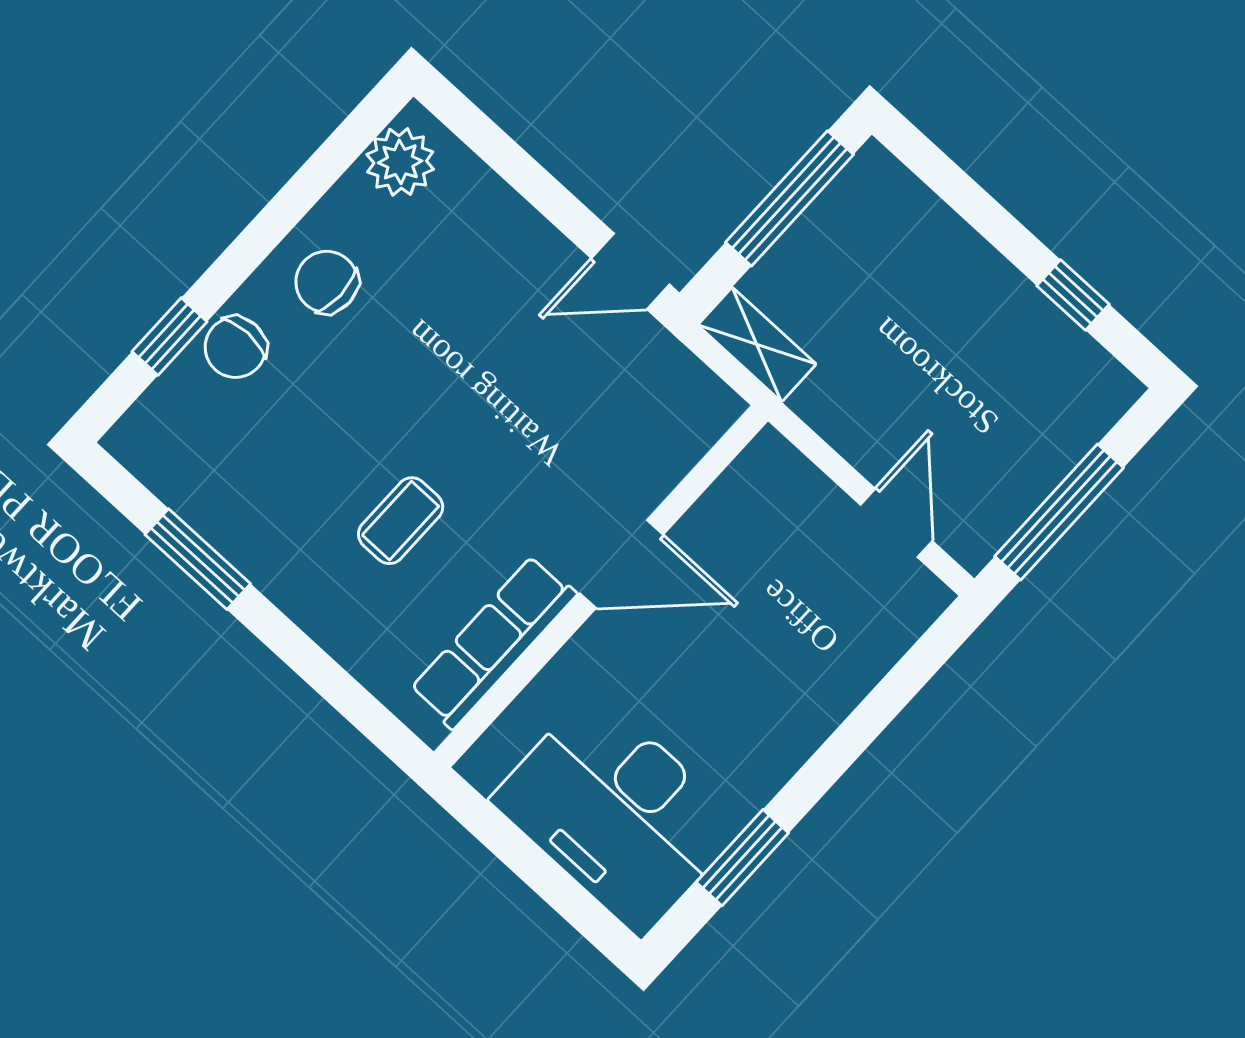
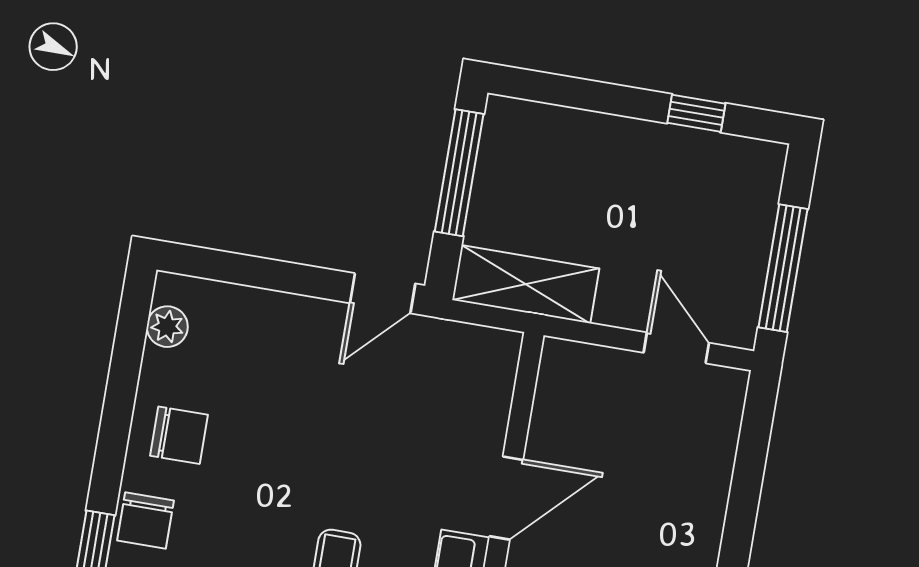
plant: (400, 162) -> (167, 327), width x0.73, depth x0.73
chair: (327, 282) -> (179, 435), turned 180
shelving: (757, 344) -> (526, 284), width x1.50, depth x1.33

